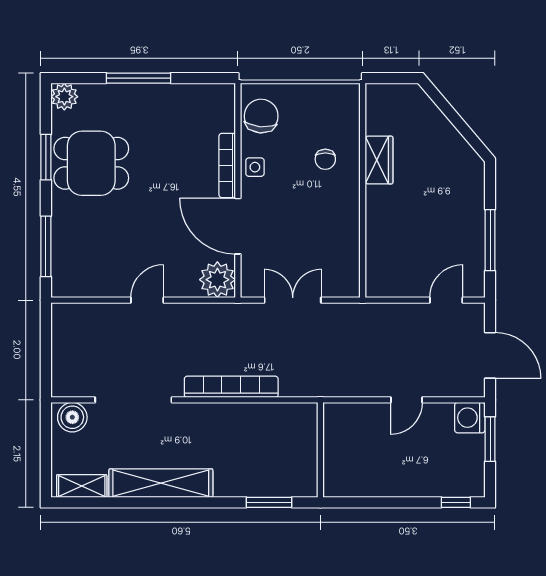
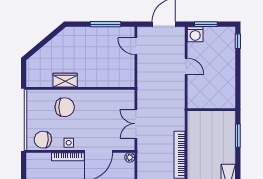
chair: (325, 159) -> (65, 107), width x1.87, depth x1.87
plant: (217, 280) -> (130, 157), width x0.53, depth x0.53

